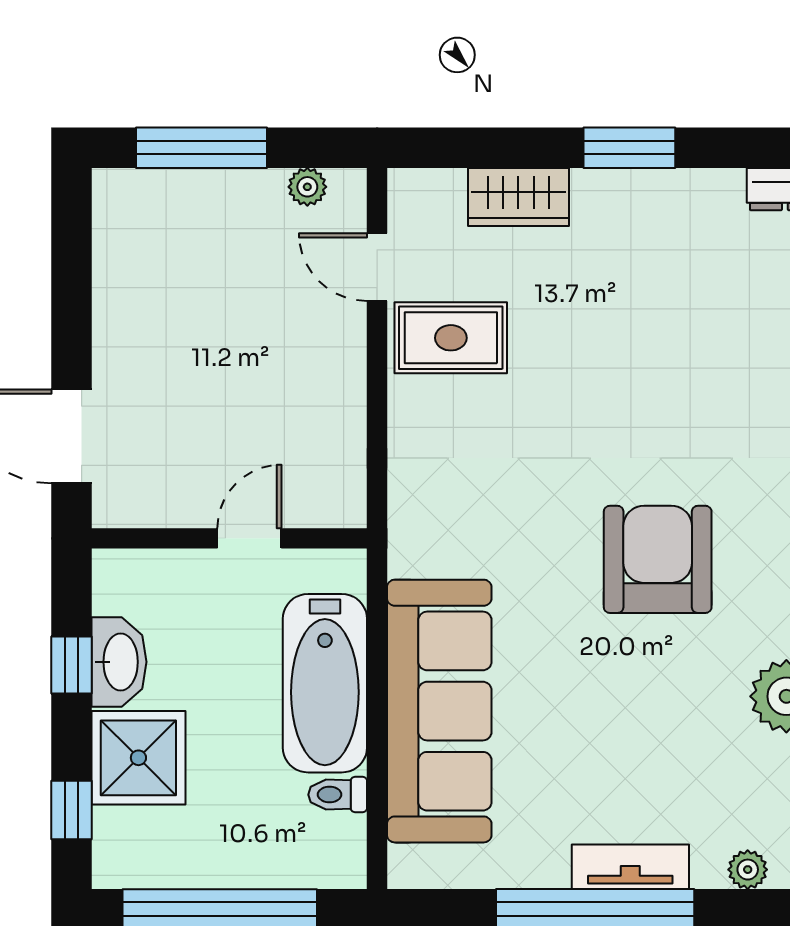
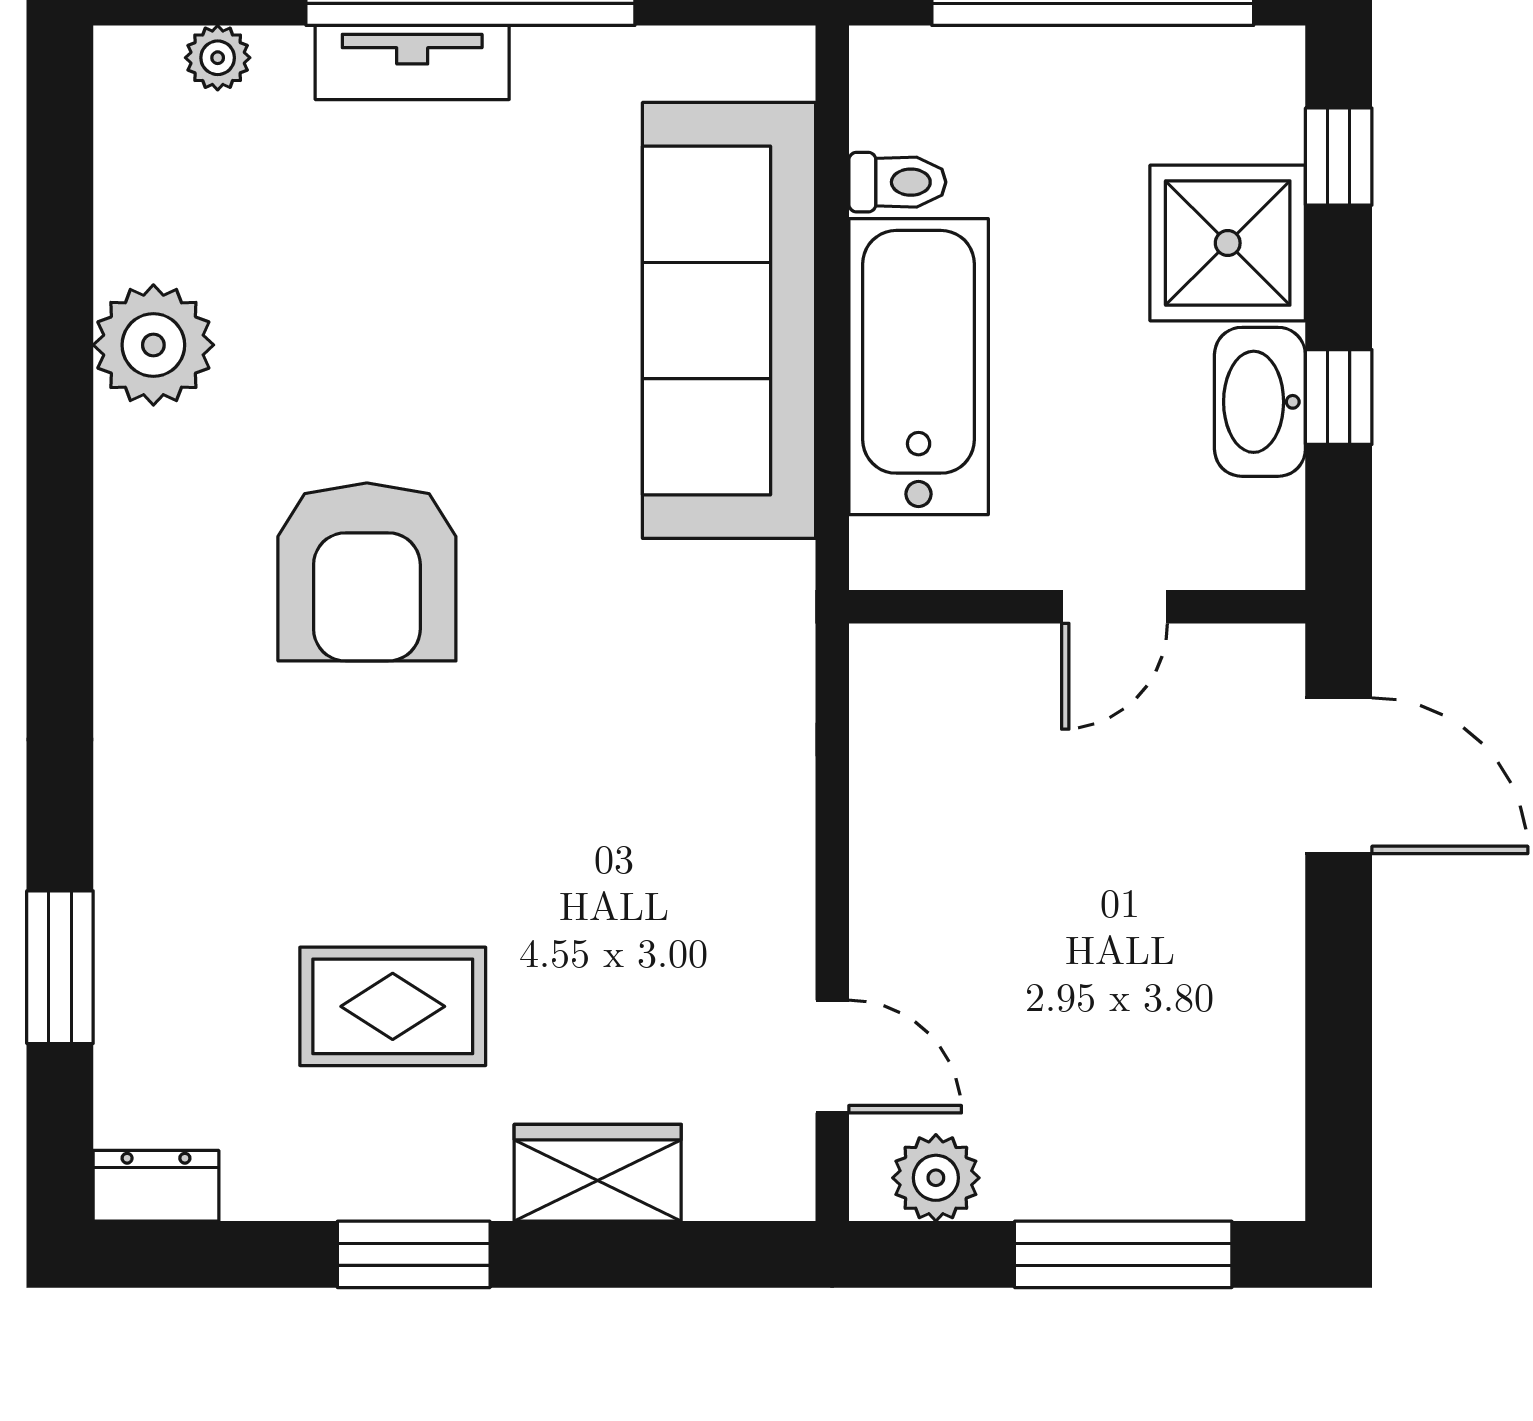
plant: (307, 187) -> (936, 1178), width x1.38, depth x1.38
rug: (451, 338) -> (393, 1006), moved
door: (249, 538) -> (1114, 607), moved

